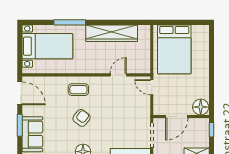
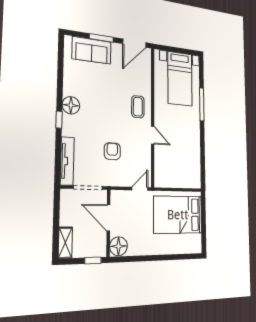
wardrobe: (112, 33) -> (193, 147), removed
door: (118, 75) -> (153, 135), moved
armchair: (81, 118) -> (112, 151), moved, turned -128

